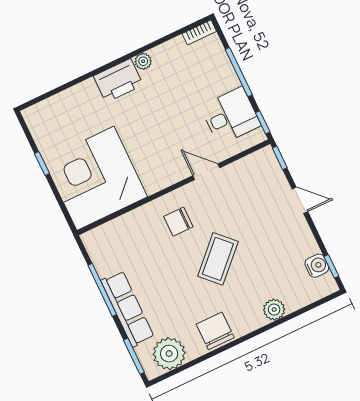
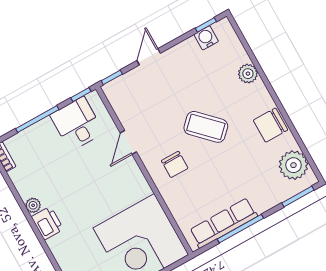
printer: (118, 81) -> (47, 223), width x0.73, depth x0.84
row of seats: (127, 309) -> (224, 223), moved

